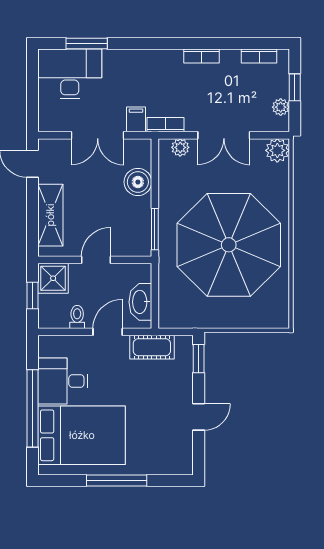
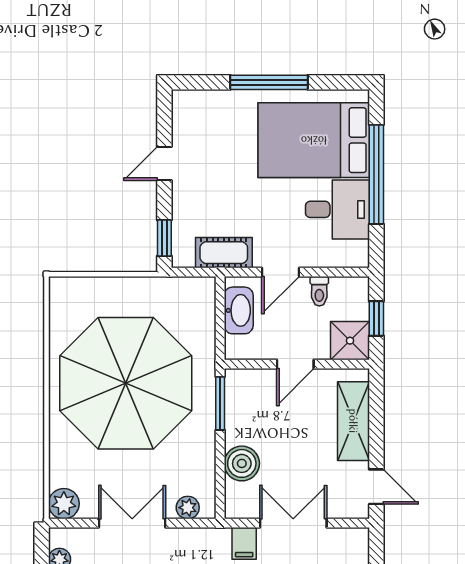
bookcase: (166, 125) -> (206, 537), removed

